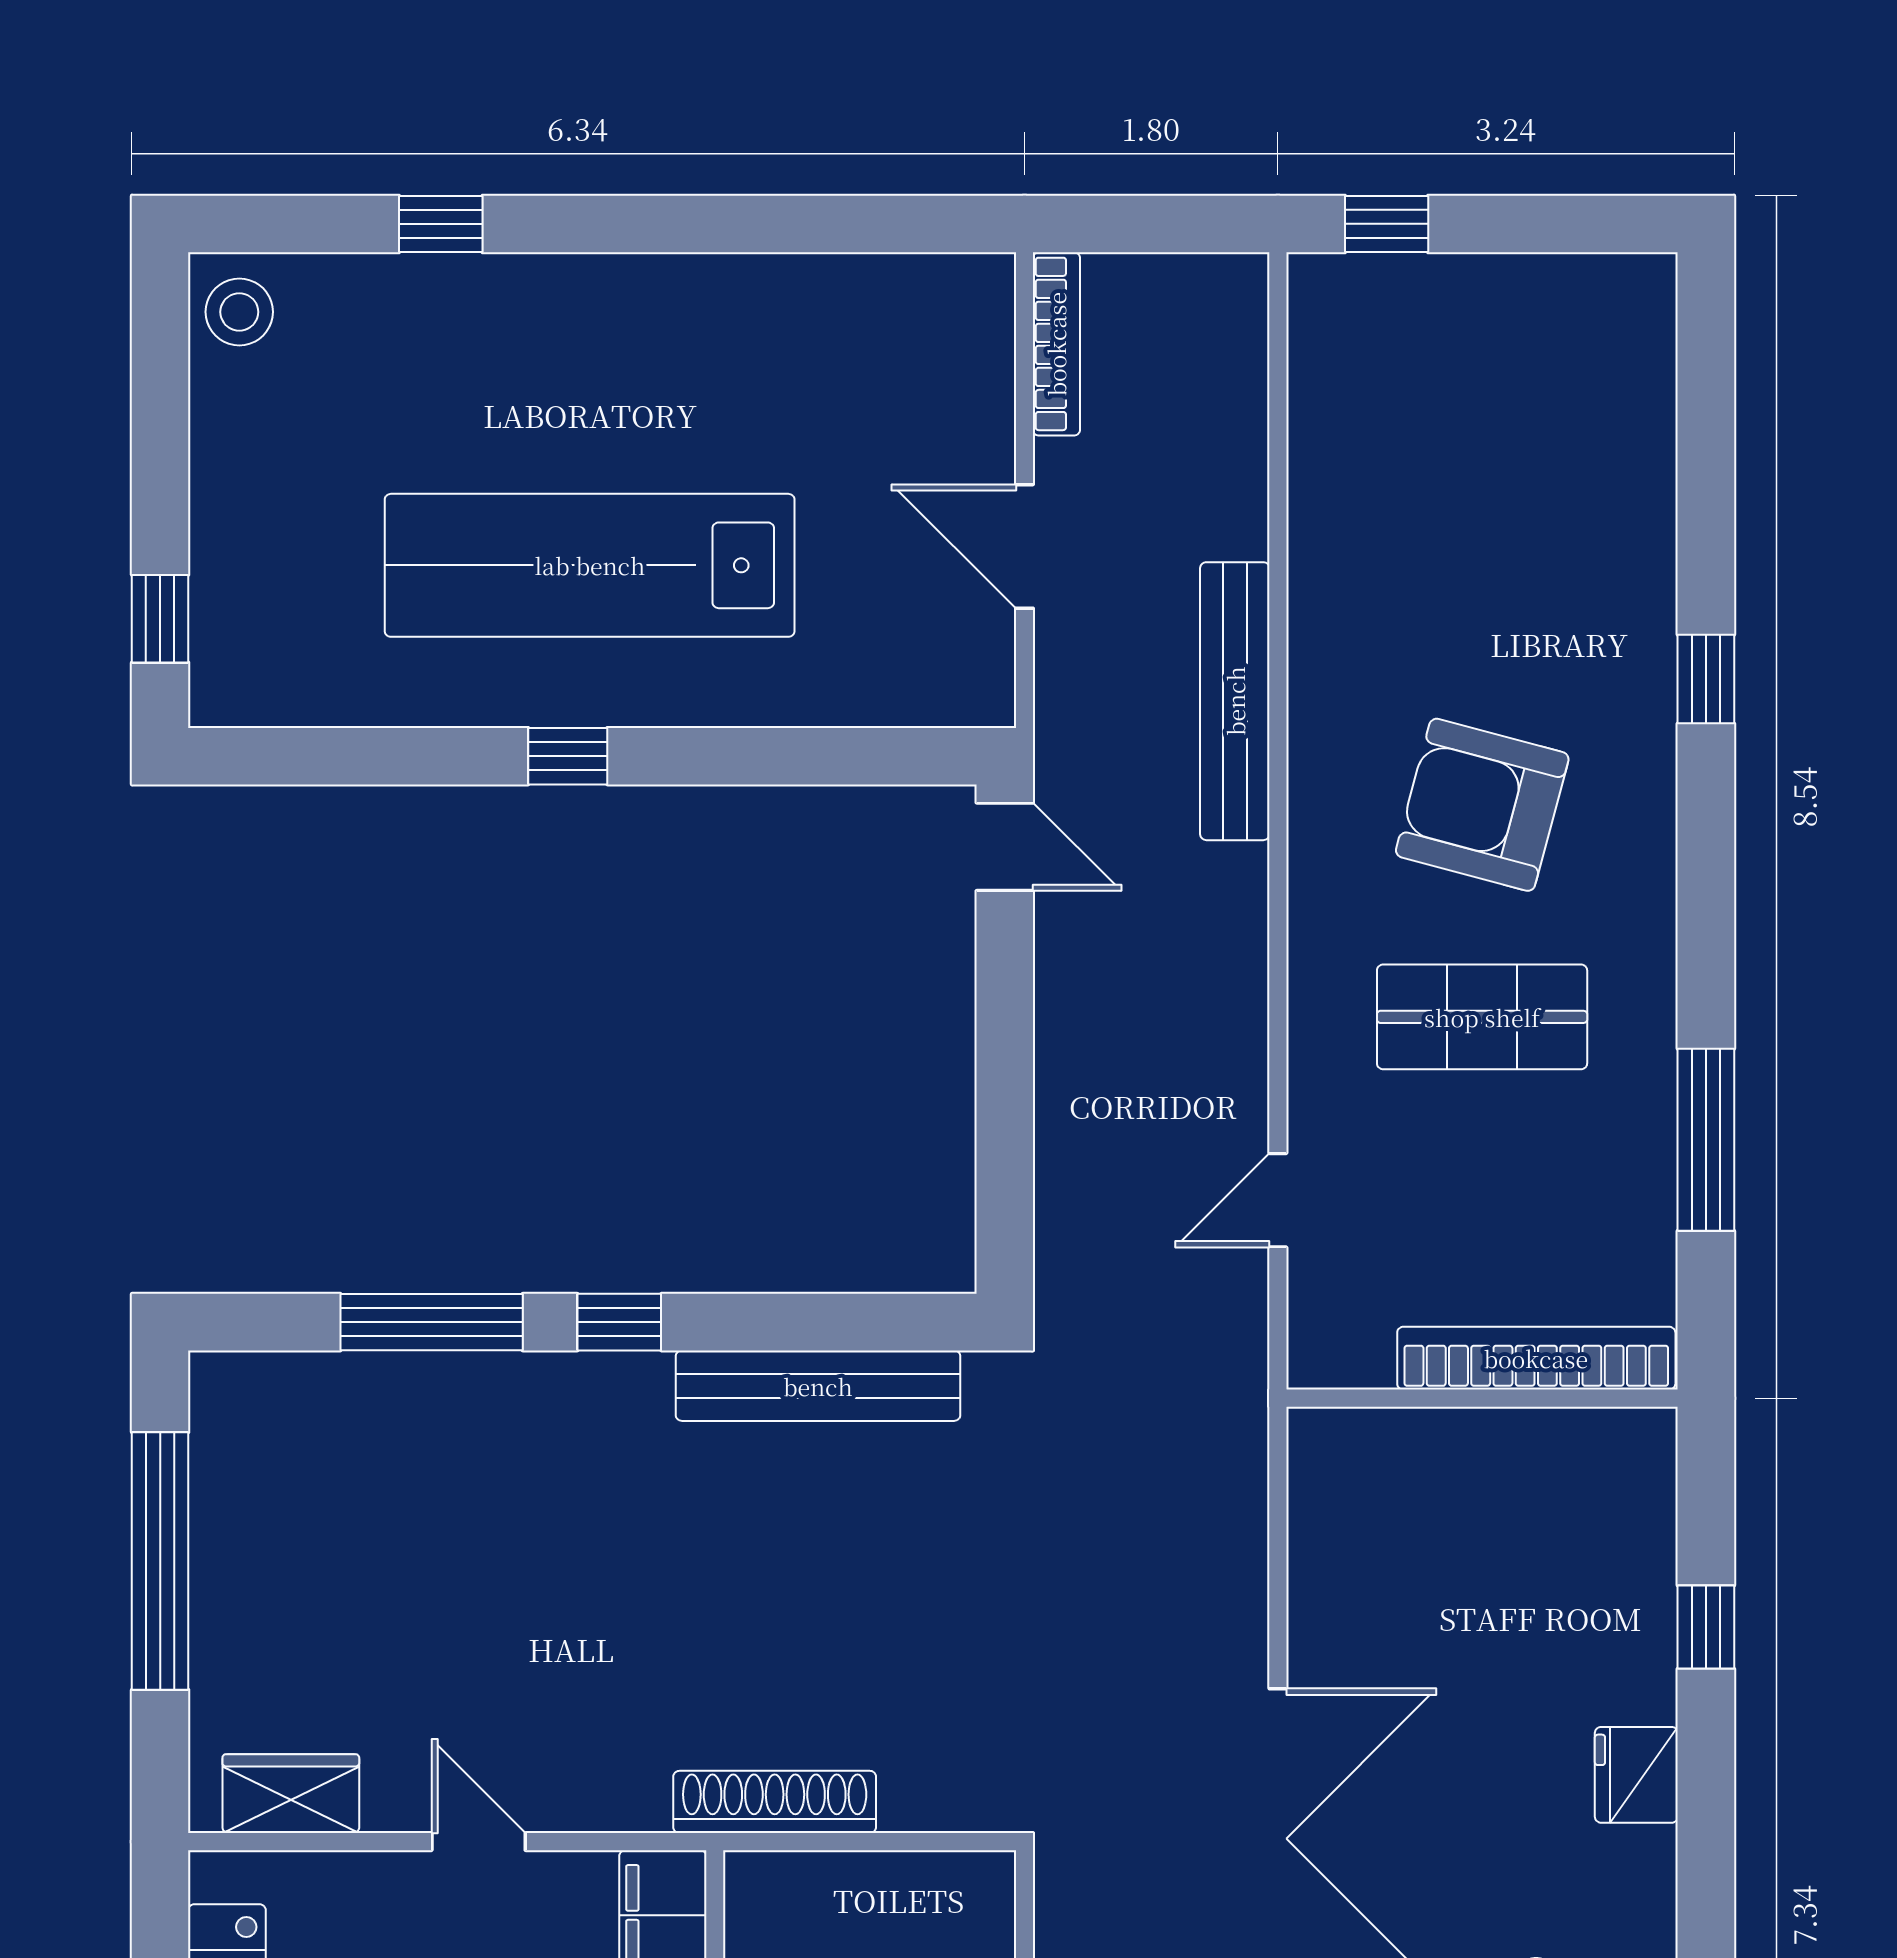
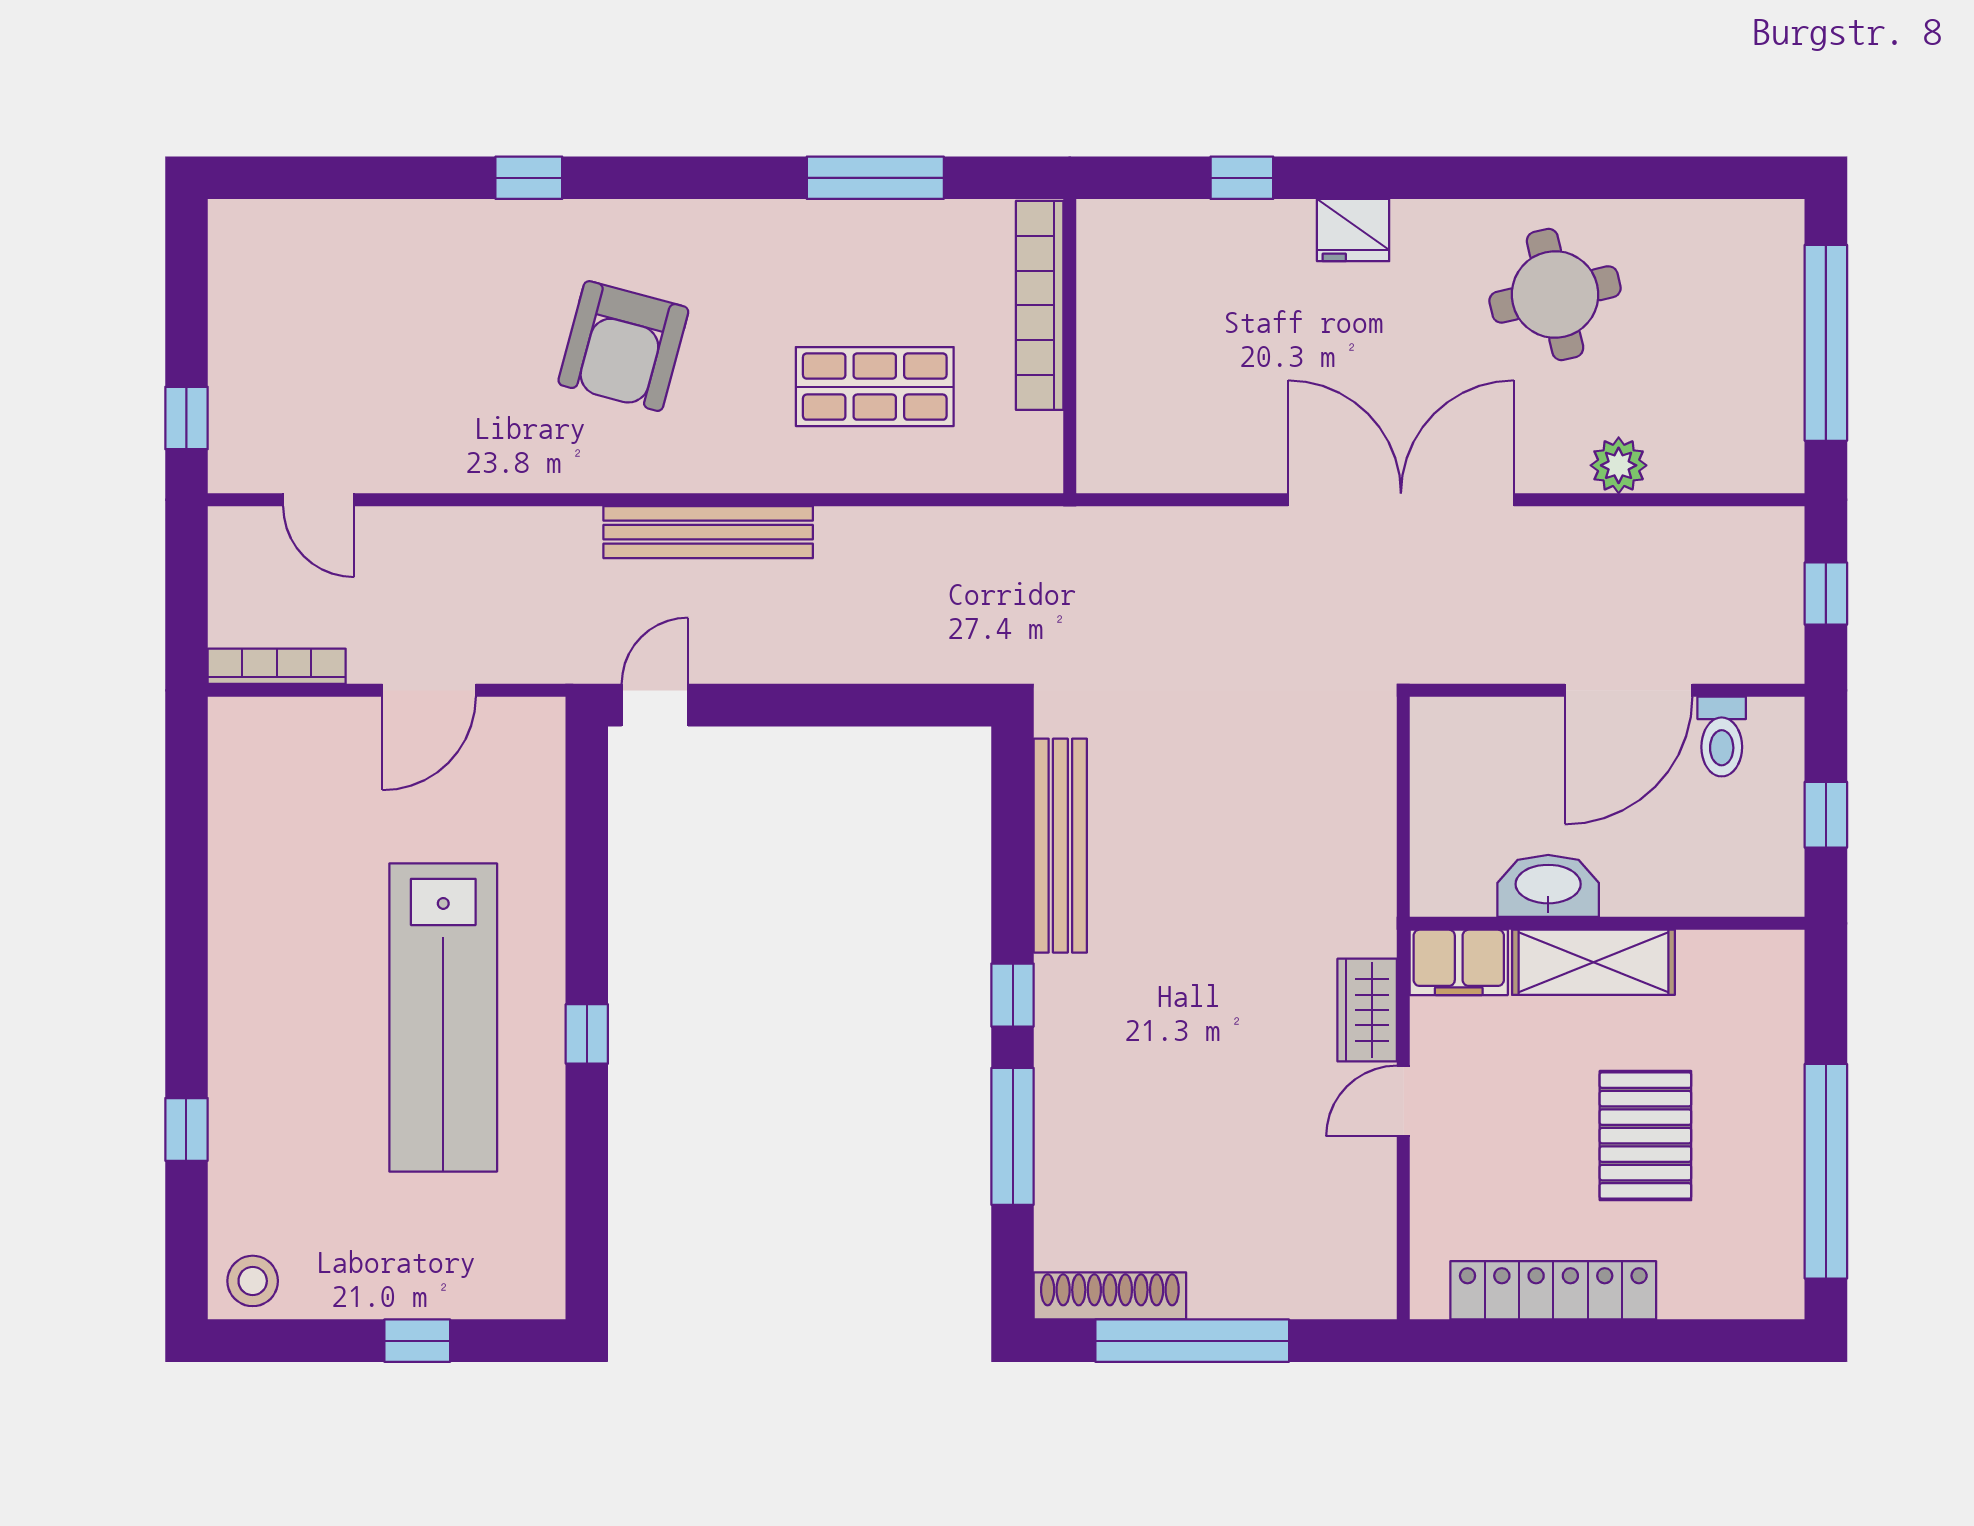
window: (160, 619) -> (417, 1341), moved
bench: (1235, 701) -> (708, 532), moved
shop shelf: (1482, 1017) -> (875, 387), moved, turned 90
door: (1278, 1200) -> (319, 500), moved
wardrobe: (291, 1794) -> (1367, 1010), moved
shoe rack: (775, 1802) -> (1110, 1296), moved, turned 90

